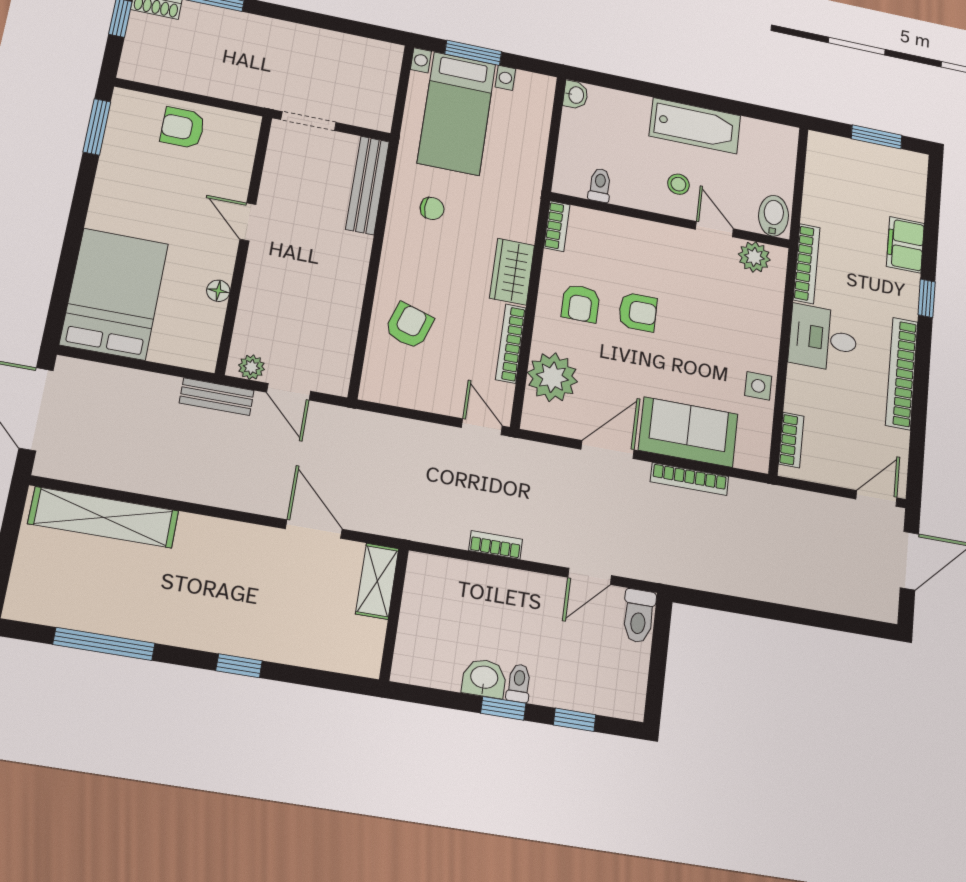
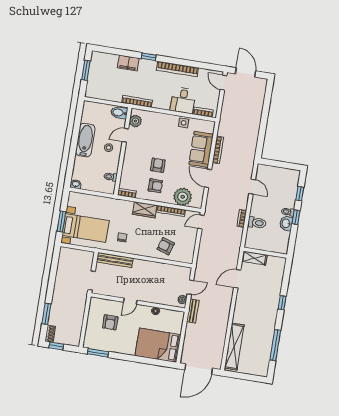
armchair: (183, 128) -> (110, 322), moved
desk: (823, 338) -> (183, 100), moved
toilet: (639, 616) -> (257, 223), moved

